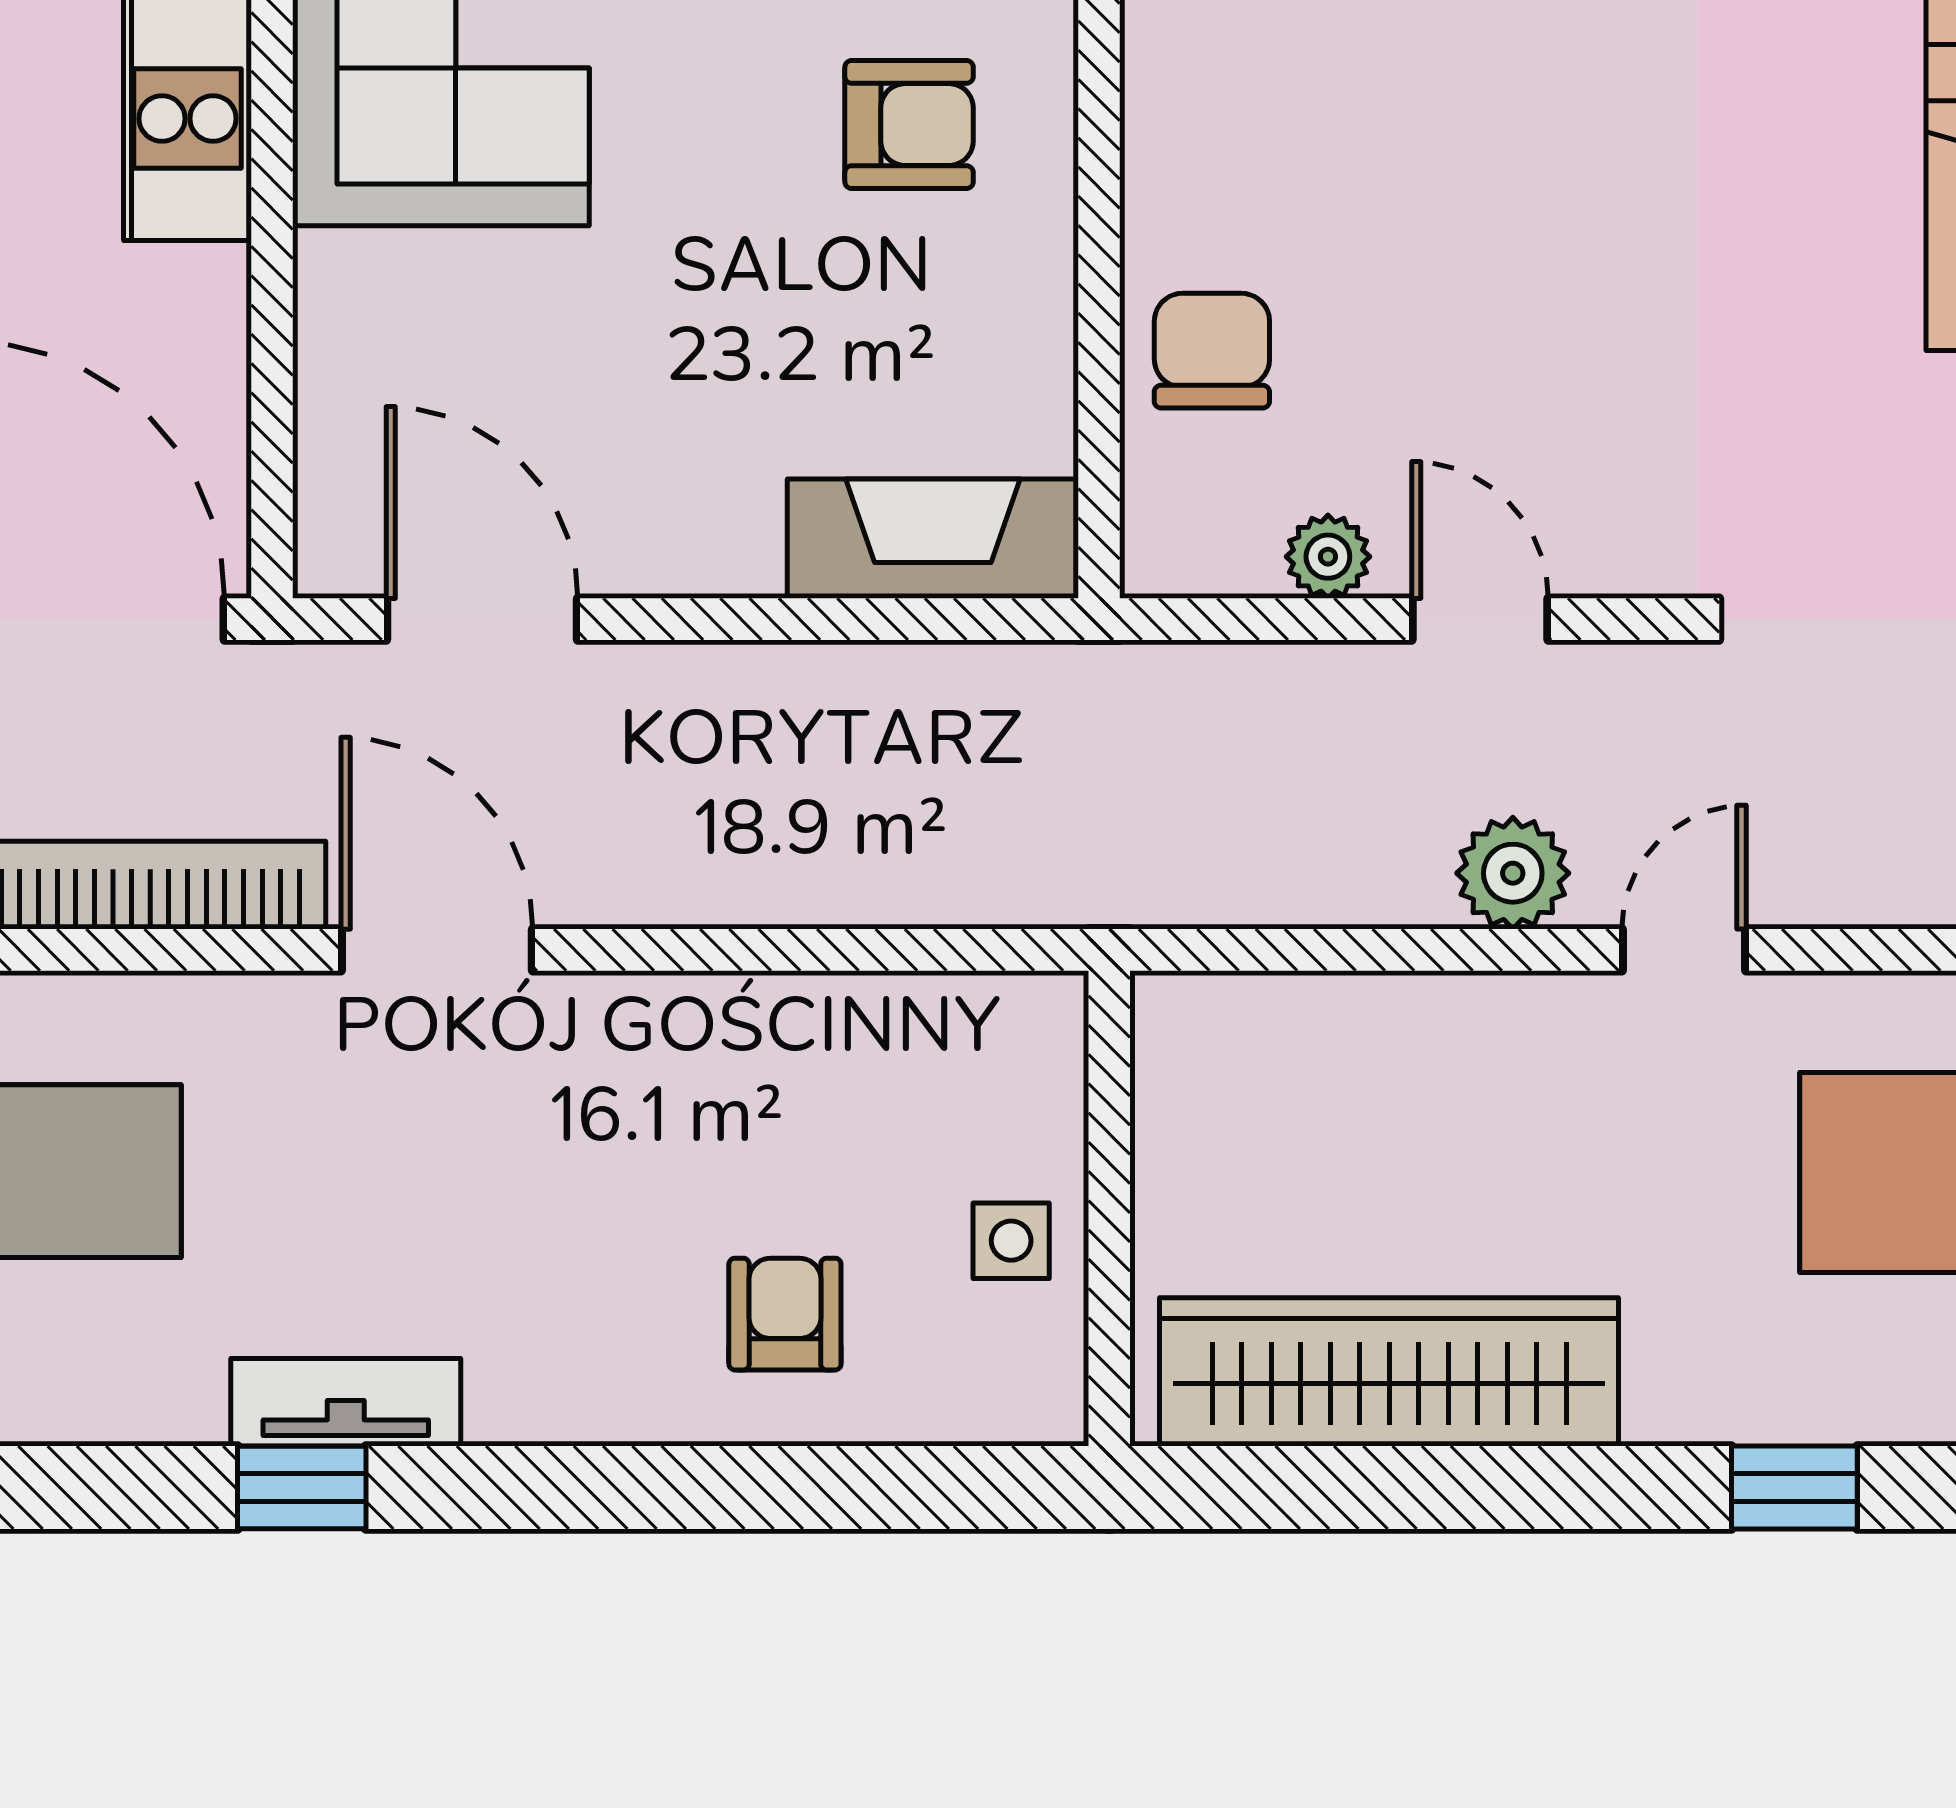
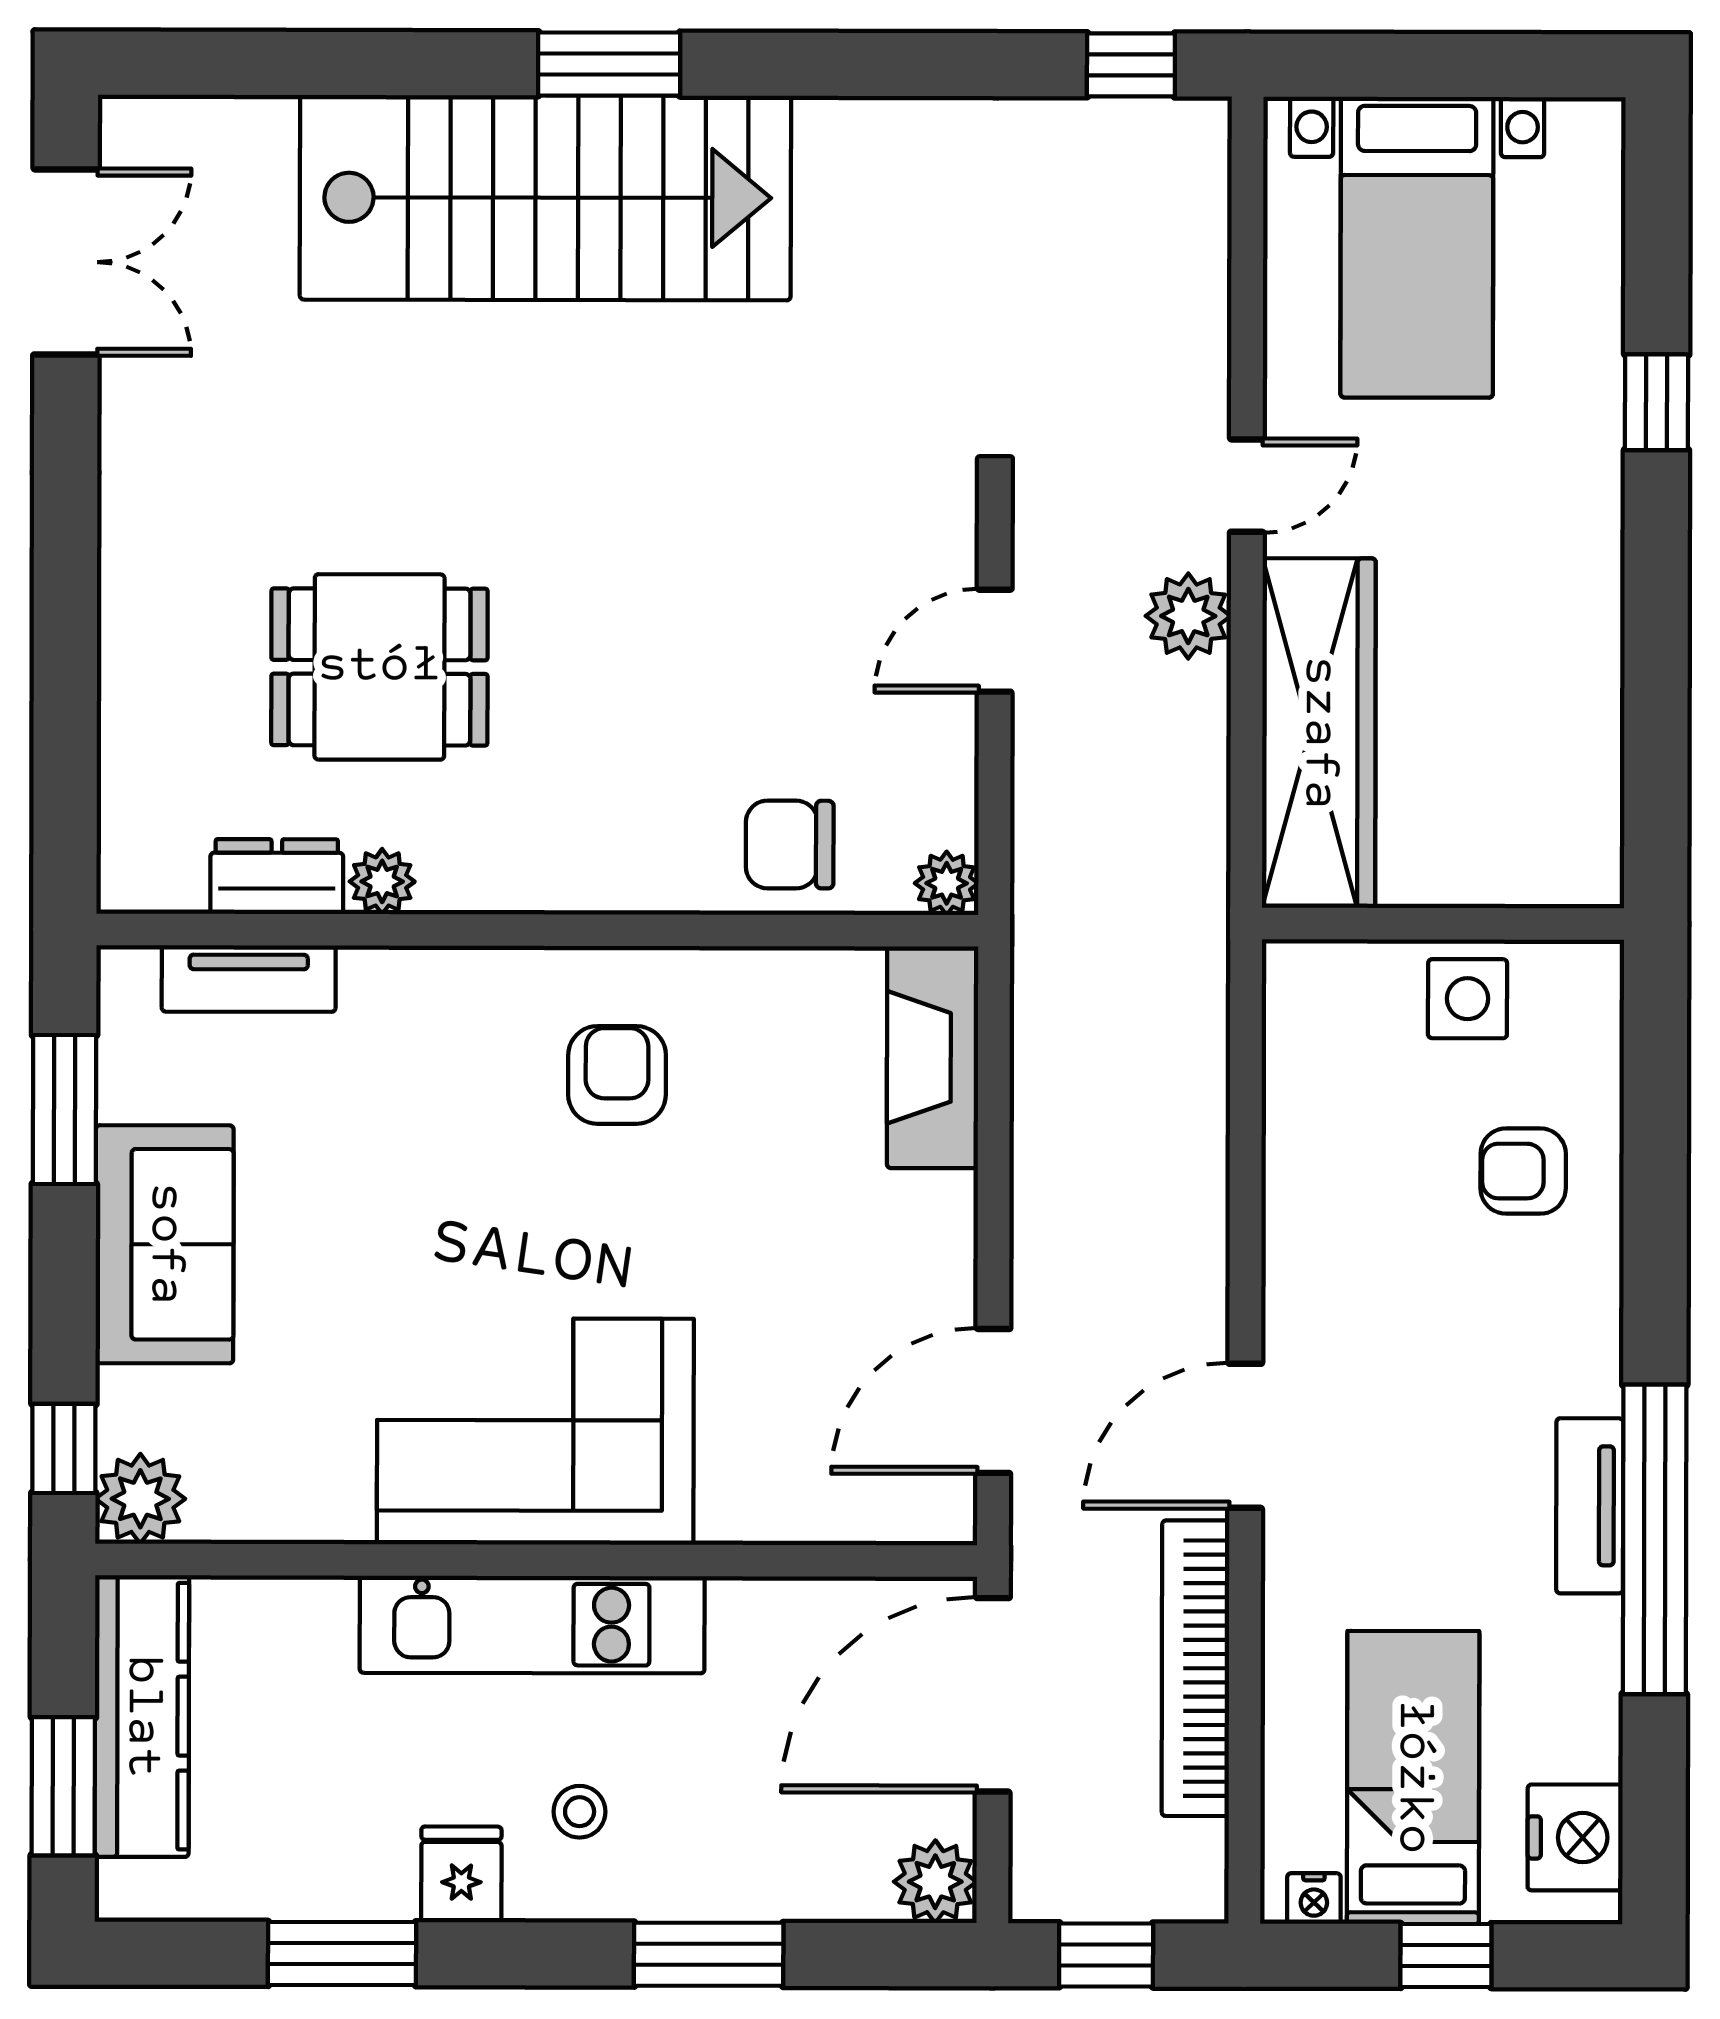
plant: (1328, 557) -> (947, 883), moved
door: (1684, 950) -> (1247, 486), swing flipped
side table: (1011, 1241) -> (1468, 999), width x1.37, depth x1.37
wardrobe: (1389, 1372) -> (1319, 733), moved, turned 180
window: (302, 1487) -> (1655, 1539), width x3.17

